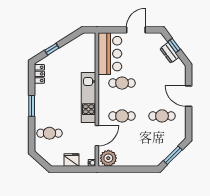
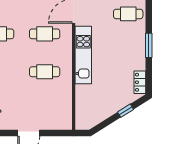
bar counter: (110, 54) -> (59, 106), removed

